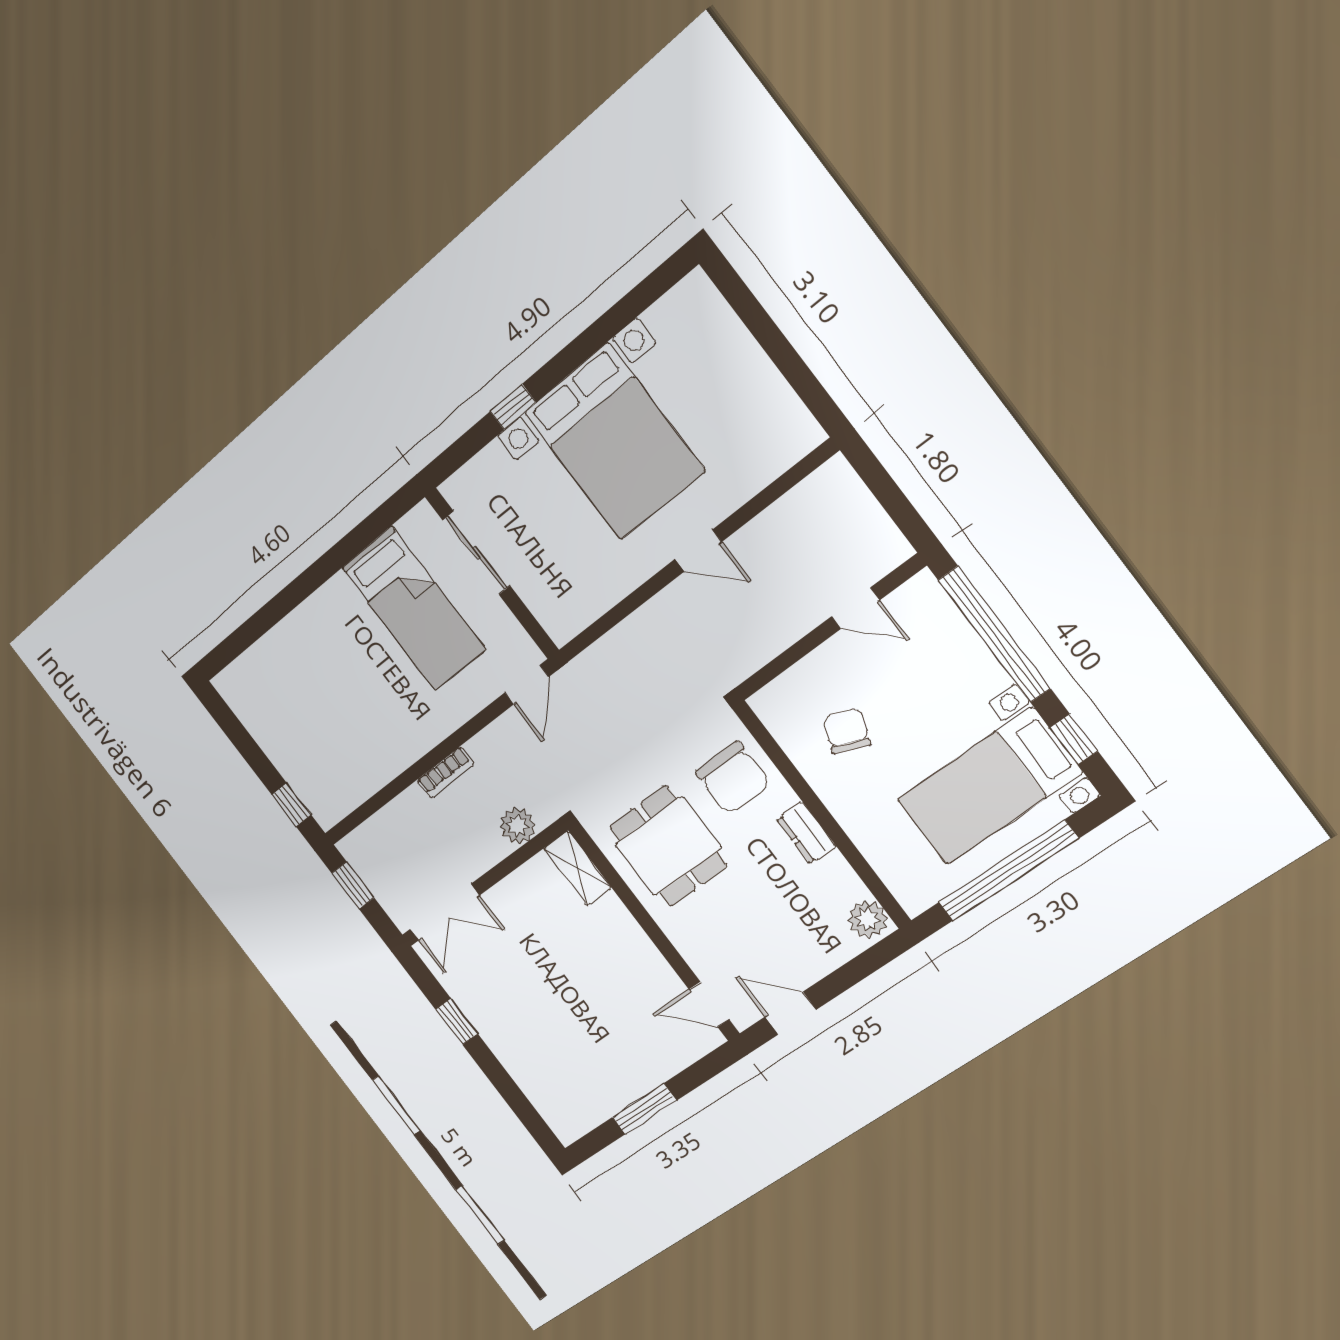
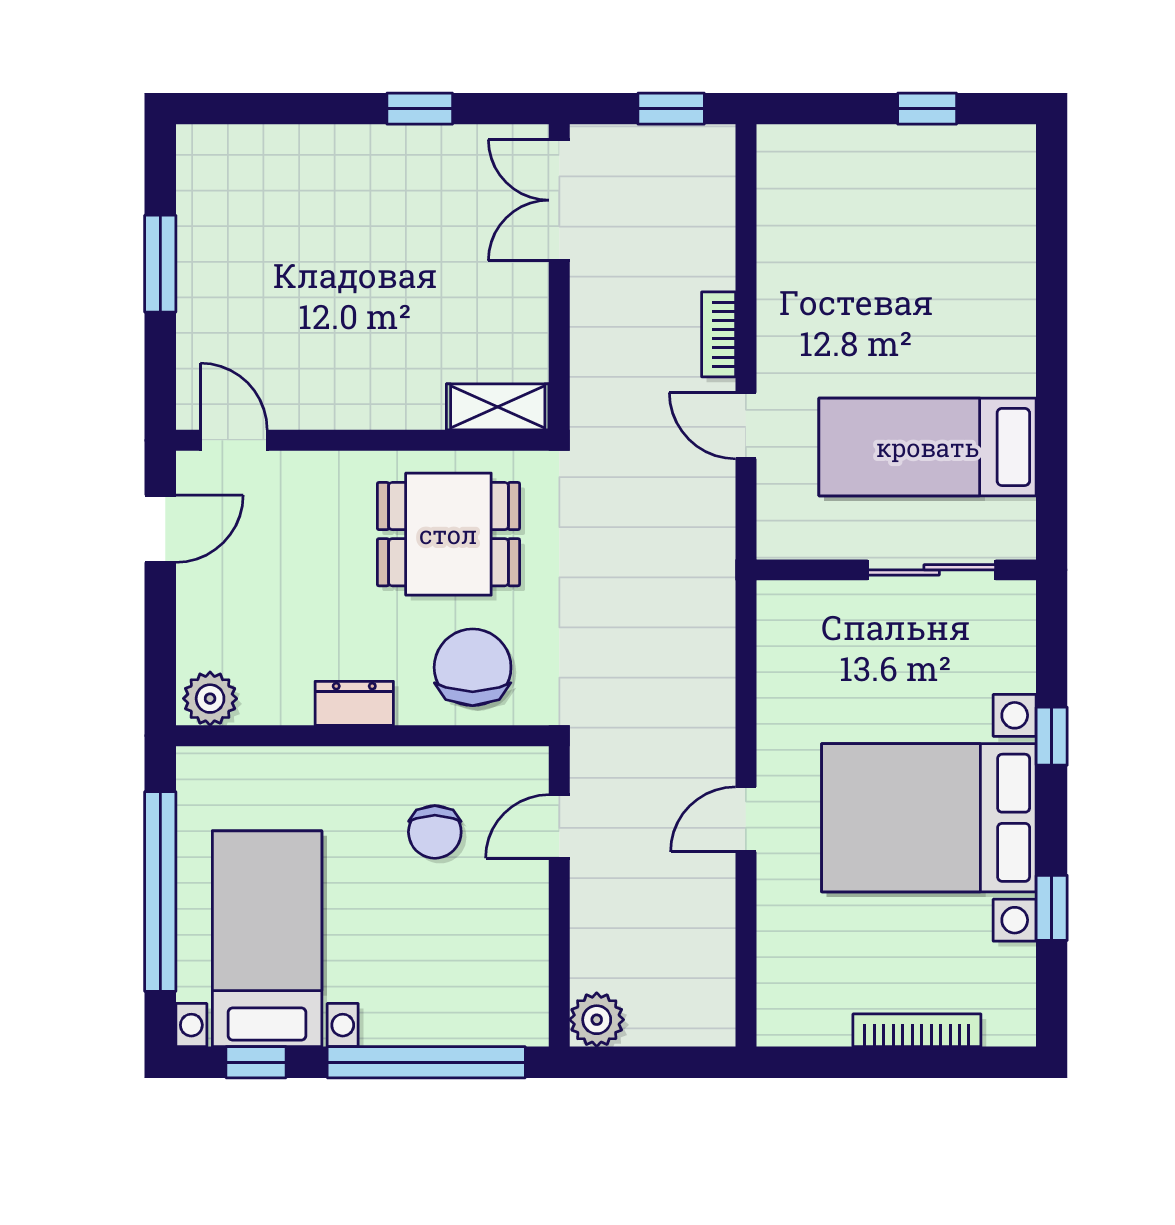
window: (610, 324) -> (1052, 908), added
bookcase: (745, 346) -> (917, 1030), added
door: (856, 608) -> (559, 826), moved
door: (527, 685) -> (746, 426), moved
chair: (847, 731) -> (435, 832), turned 69
chair: (733, 778) -> (473, 667), turned 90
window: (291, 805) -> (927, 109), moved
plant: (518, 826) -> (597, 1020), moved
door: (709, 1004) -> (234, 440), hinge flipped

